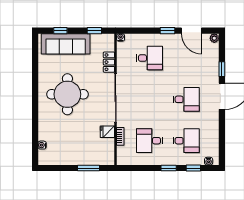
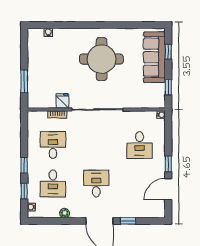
plant: (214, 38) -> (65, 213), moved
locker: (109, 62) -> (135, 103), removed
desk: (186, 99) -> (96, 183), turned 180

